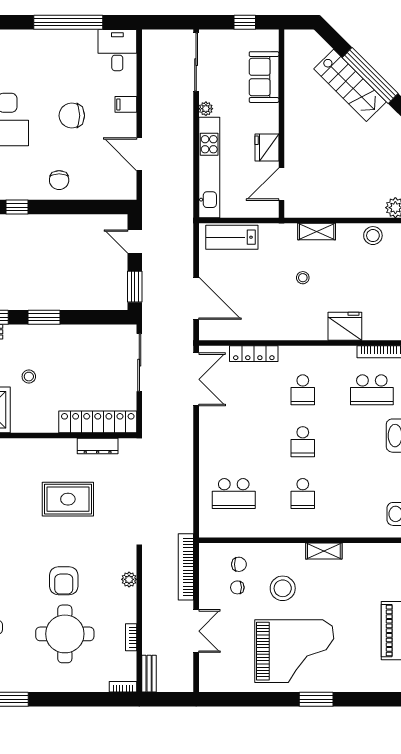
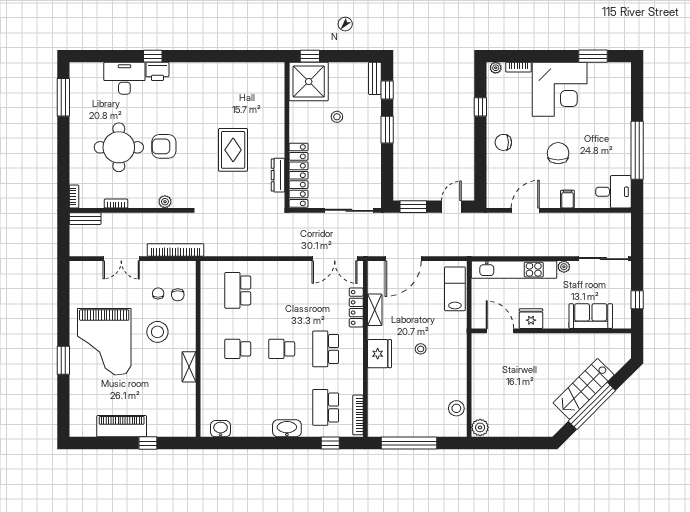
shelving: (317, 232) -> (375, 310), moved
fridge: (345, 326) -> (380, 354), moved
school desk: (303, 390) -> (326, 349), width x1.85

